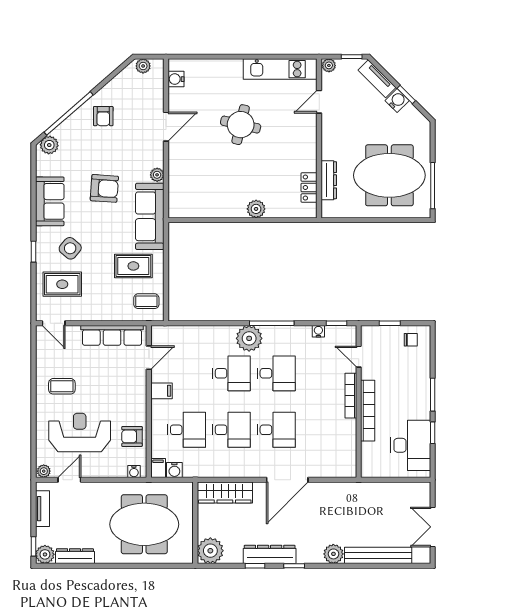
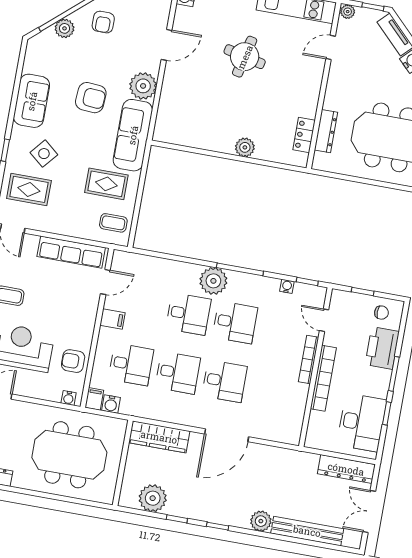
plant: (49, 145) -> (65, 28), moved
plant: (157, 175) -> (143, 86), width x1.87, depth x1.87
printer: (417, 373) -> (382, 348), added
plant: (210, 551) -> (153, 498), moved
dresser: (270, 554) -> (346, 469), moved, turned 180

